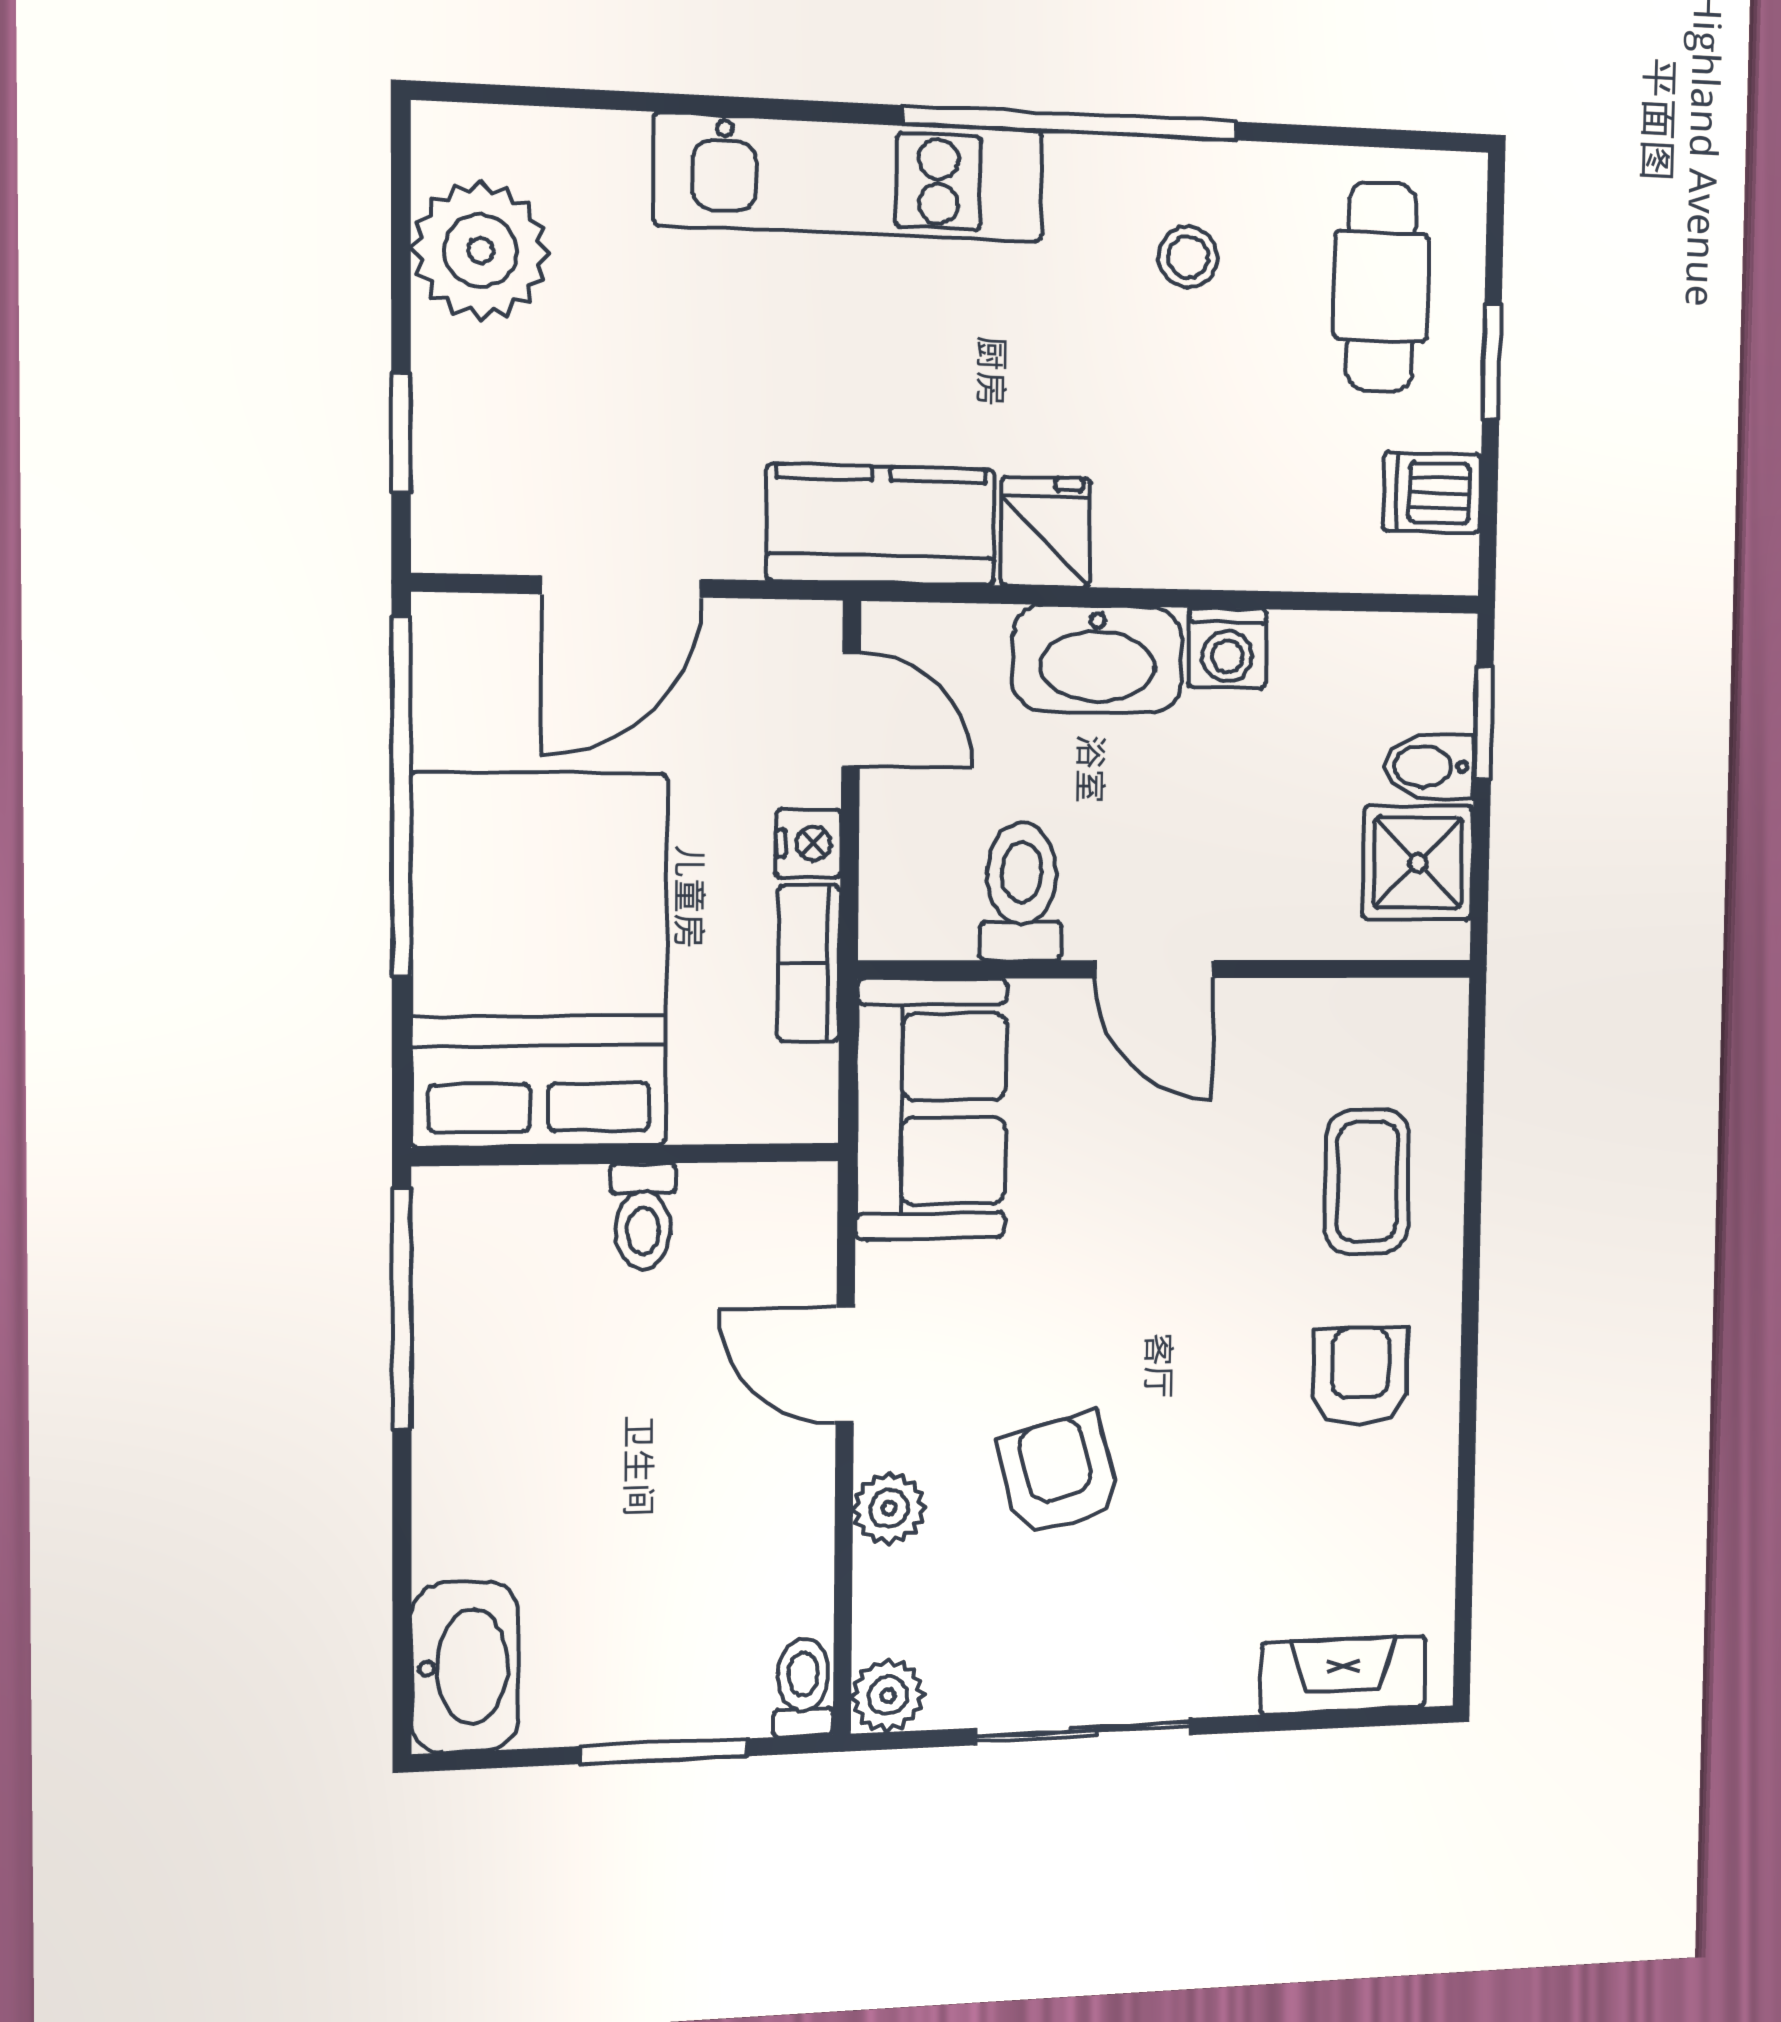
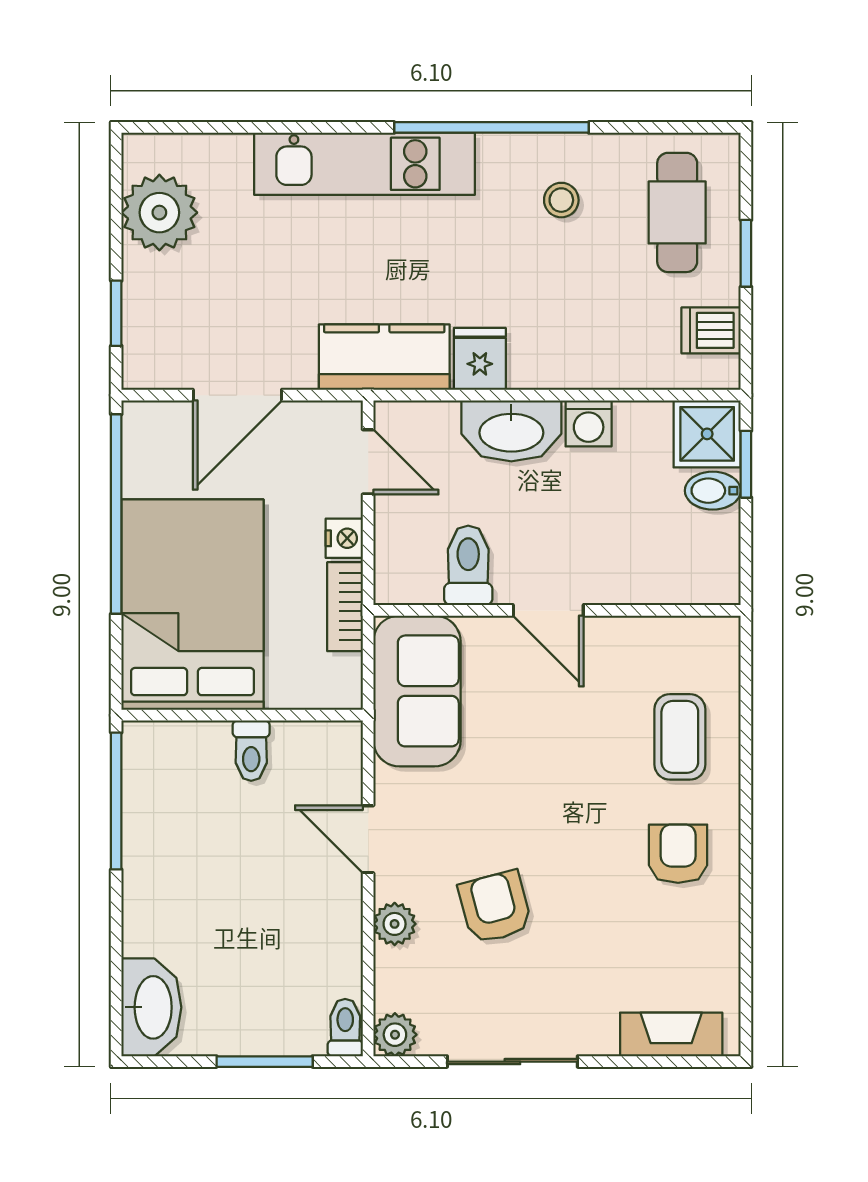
shower: (1418, 863) -> (707, 434), moved

